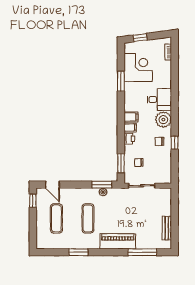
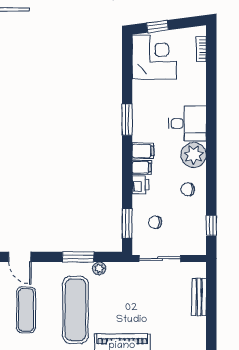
corner desk: (138, 68) -> (154, 57), moved
window: (121, 81) -> (127, 120), moved
window: (175, 143) -> (211, 226), moved
window: (102, 185) -> (78, 257), moved
exercise mat: (88, 218) -> (75, 310), width x1.36, depth x1.45
bench: (167, 228) -> (199, 297), moved

